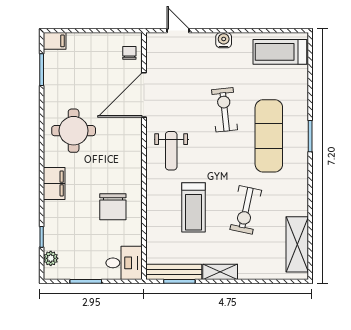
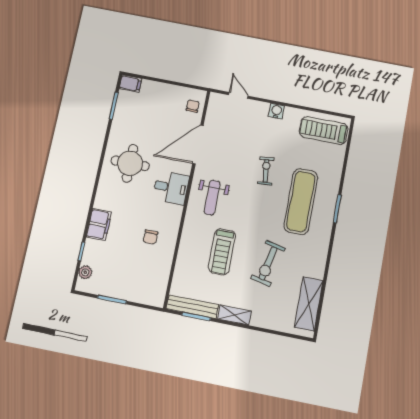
exercise bike: (225, 110) -> (266, 171), width x0.73, depth x0.72
filing cabinet: (54, 183) -> (99, 224), moved
chair: (113, 207) -> (150, 237), width x0.54, depth x0.54
desk: (124, 263) -> (171, 188), moved

